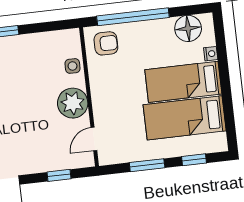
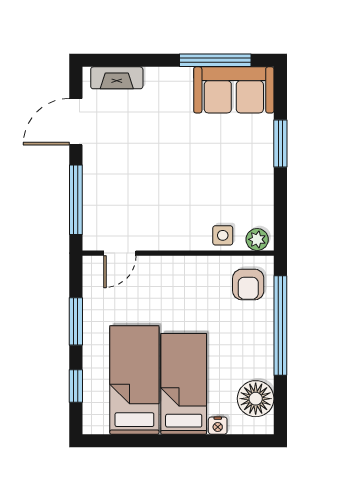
plant: (73, 103) -> (257, 239), moved, width x0.53, depth x0.53
door: (94, 139) -> (120, 253), swing flipped
window: (59, 175) -> (76, 200), width x2.17

